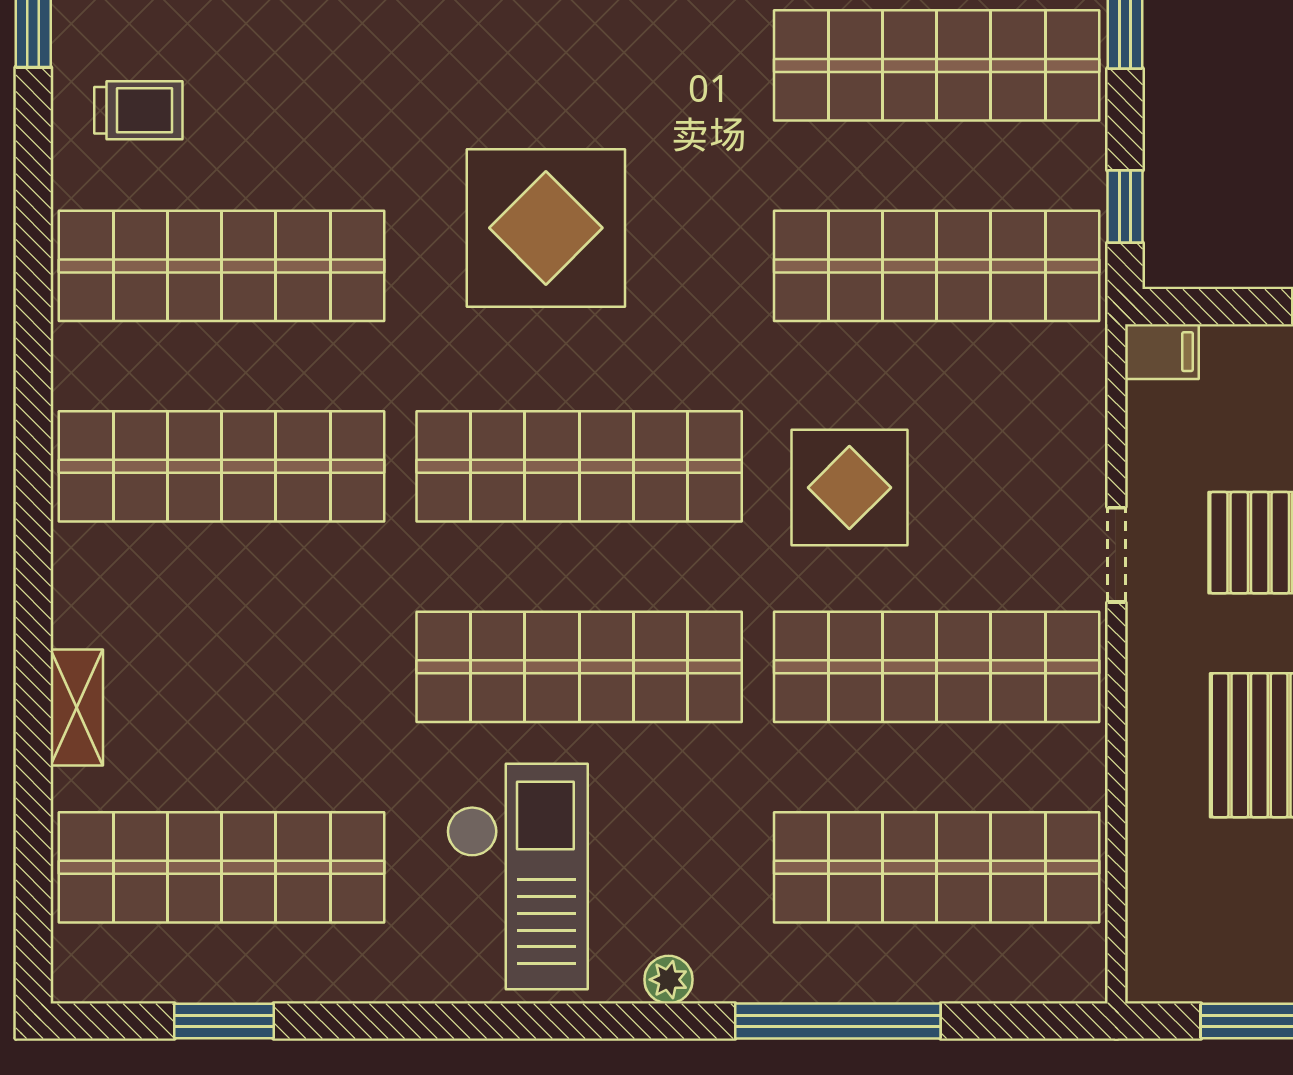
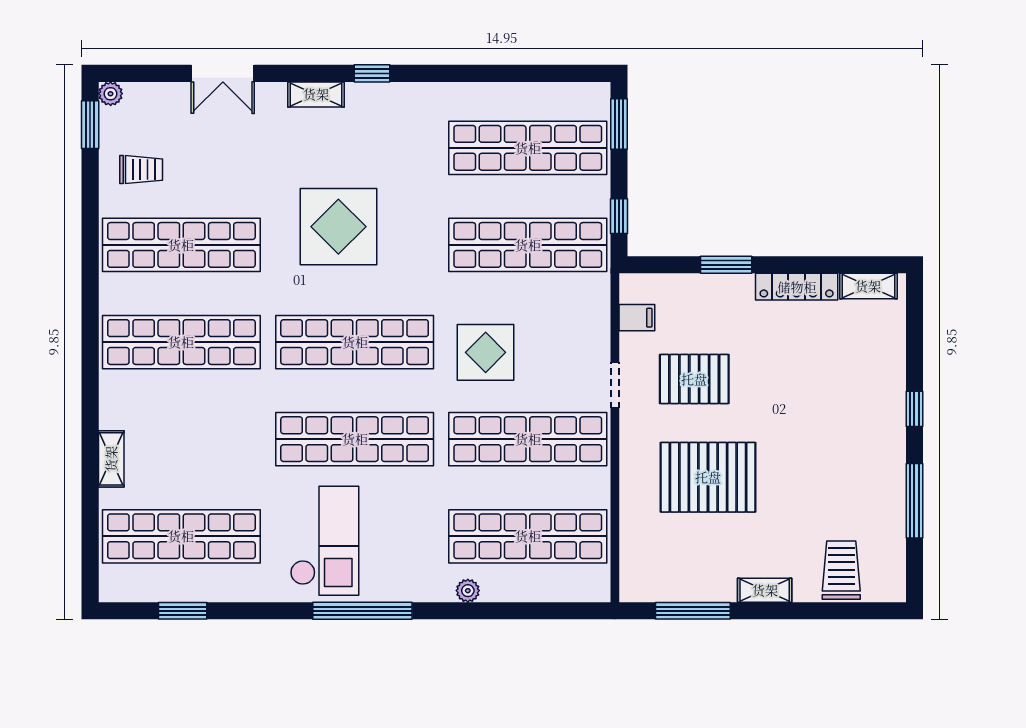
filing cabinet: (1162, 352) -> (637, 318), moved
plant: (669, 980) -> (468, 591), moved
window: (838, 1021) -> (362, 611), moved

